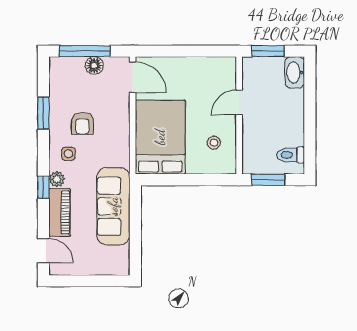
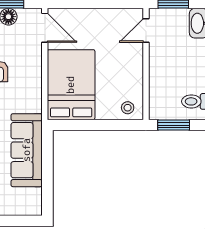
door: (239, 103) -> (146, 31), moved
stool: (214, 143) -> (128, 108), moved

